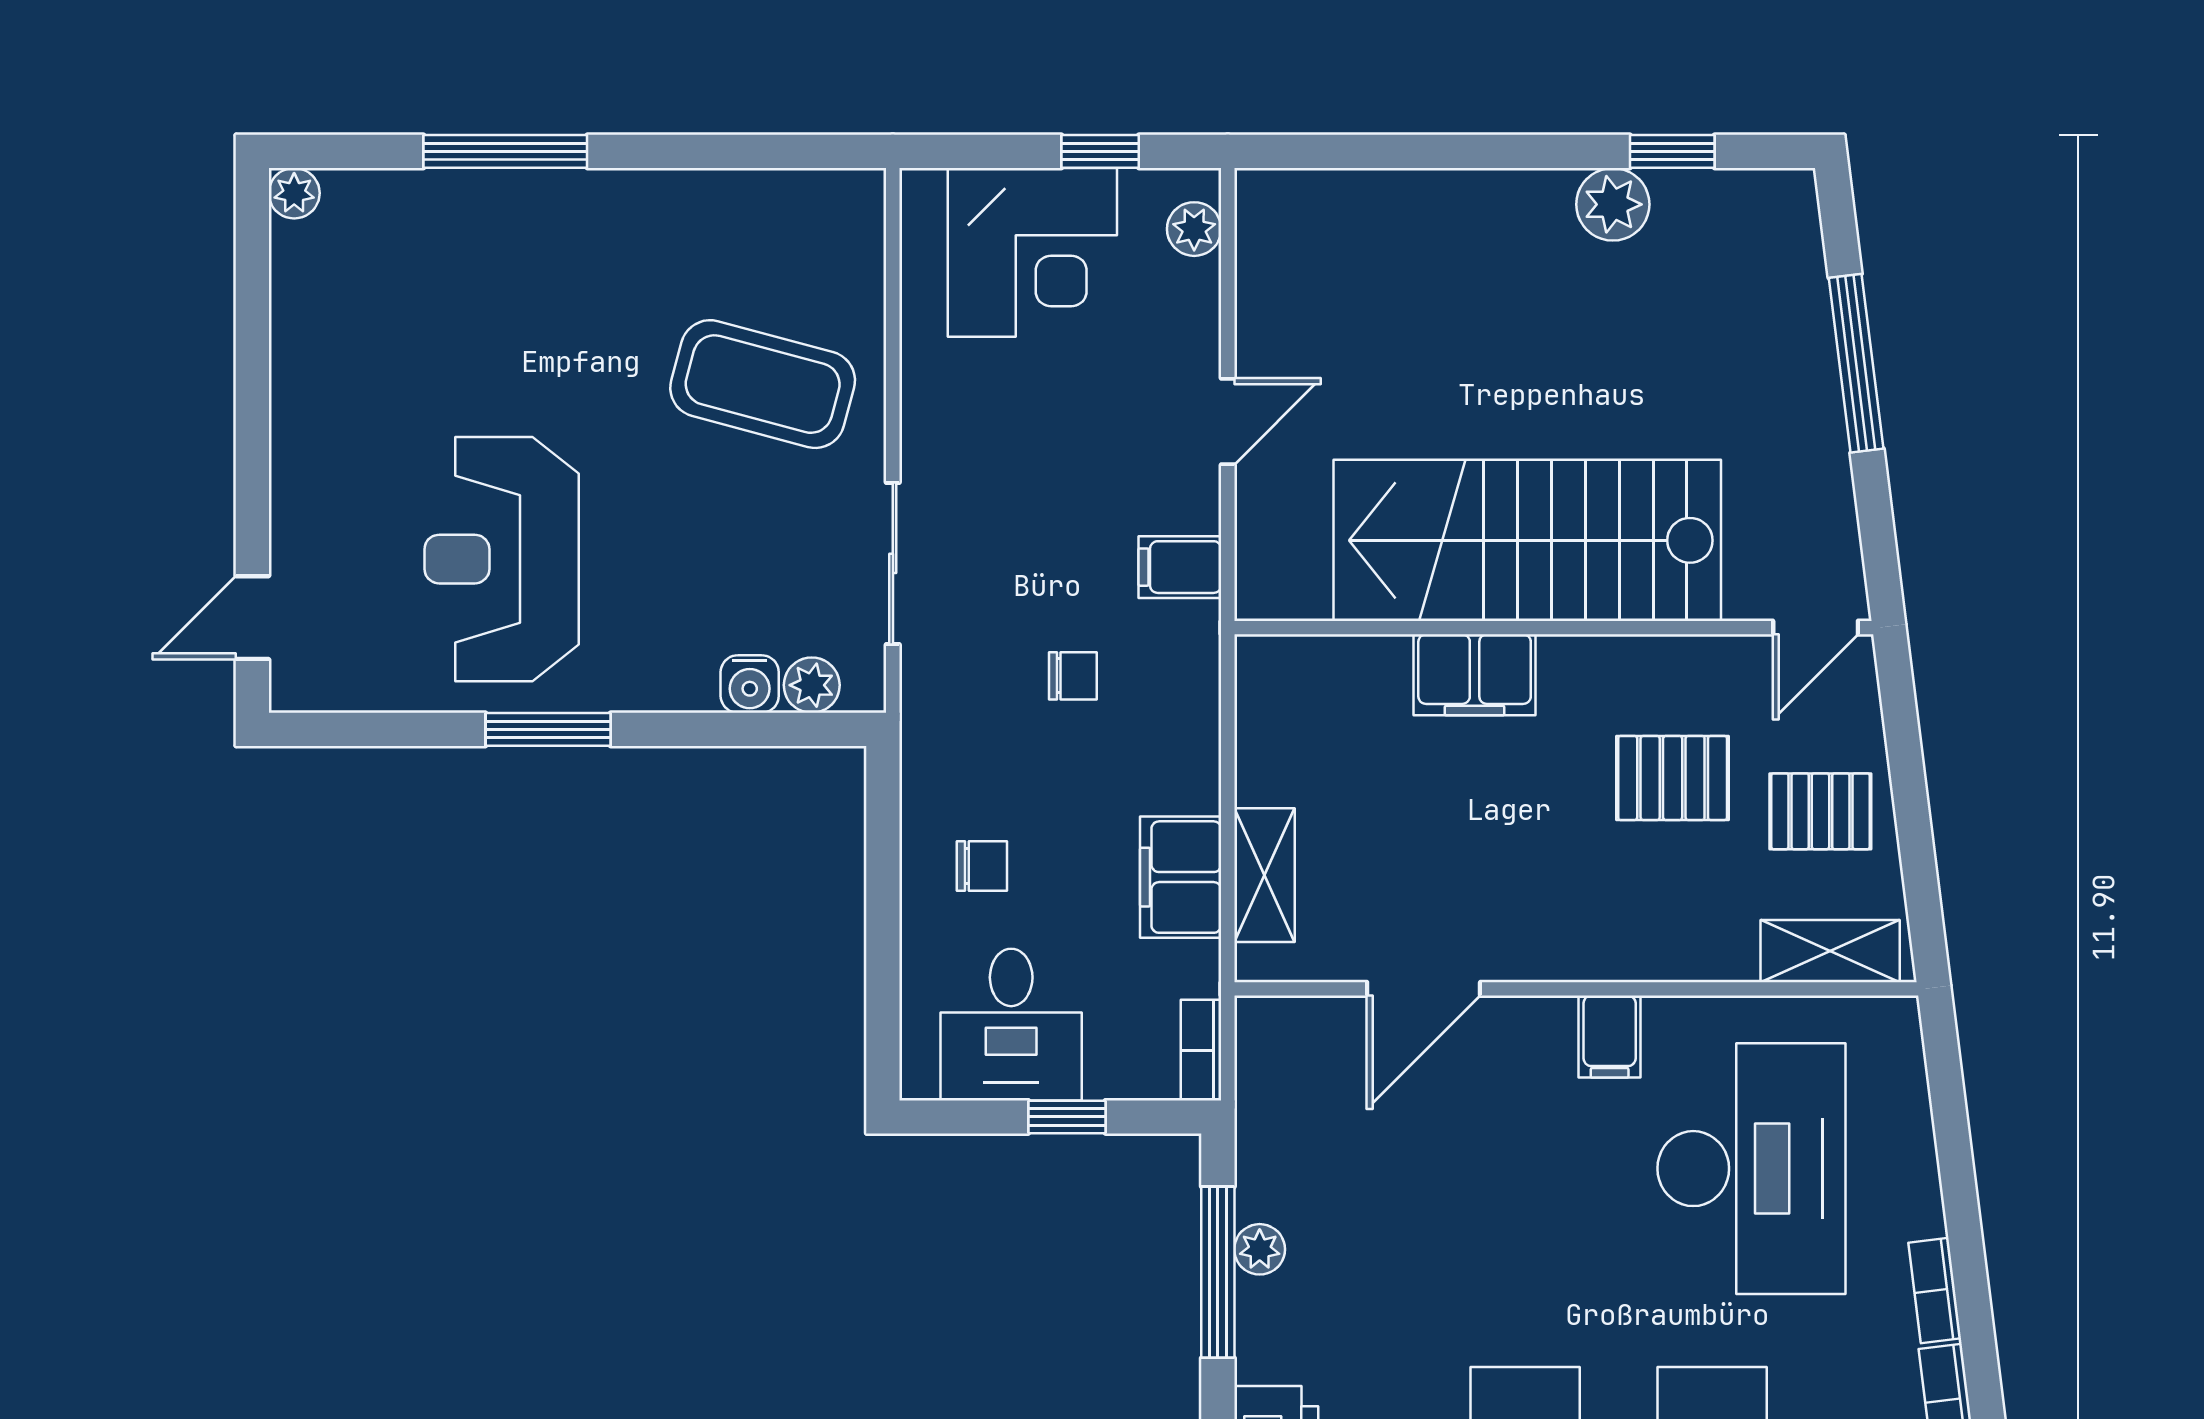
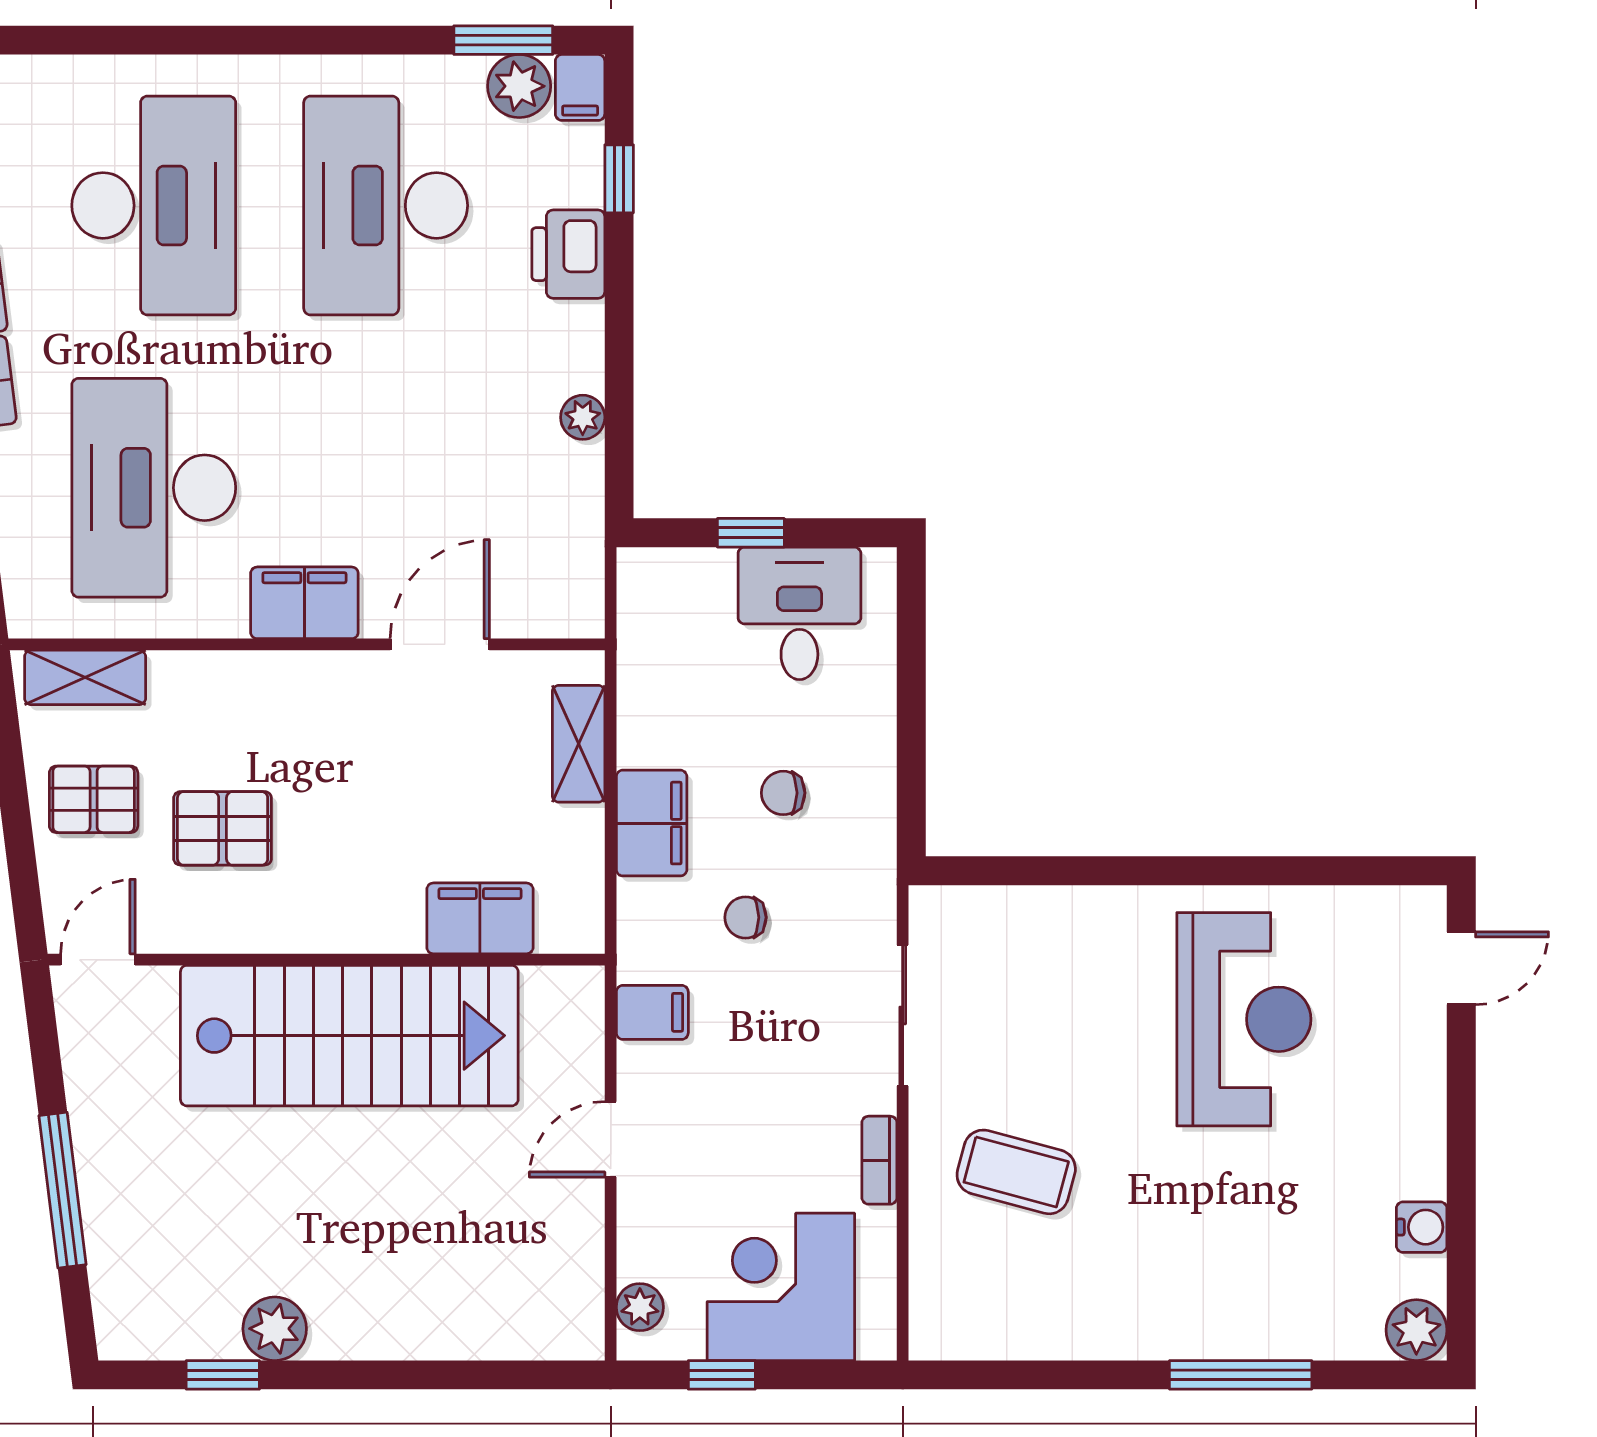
plant: (294, 193) -> (1416, 1330), width x1.38, depth x1.38
coffee table: (763, 384) -> (1016, 1172), width x0.73, depth x0.76
filing cabinet: (1475, 675) -> (480, 918), moved
water cooler: (750, 684) -> (1422, 1227), moved, turned 90
plant: (812, 685) -> (973, 909), removed
window: (548, 729) -> (1203, 871), removed
chair: (982, 866) -> (783, 793), moved
filing cabinet: (1181, 877) -> (652, 823), moved
filing cabinet: (1610, 1037) -> (304, 603), width x2.00
bookcase: (1201, 1050) -> (879, 1160), moved, turned 180
window: (1218, 1272) -> (619, 397), removed

